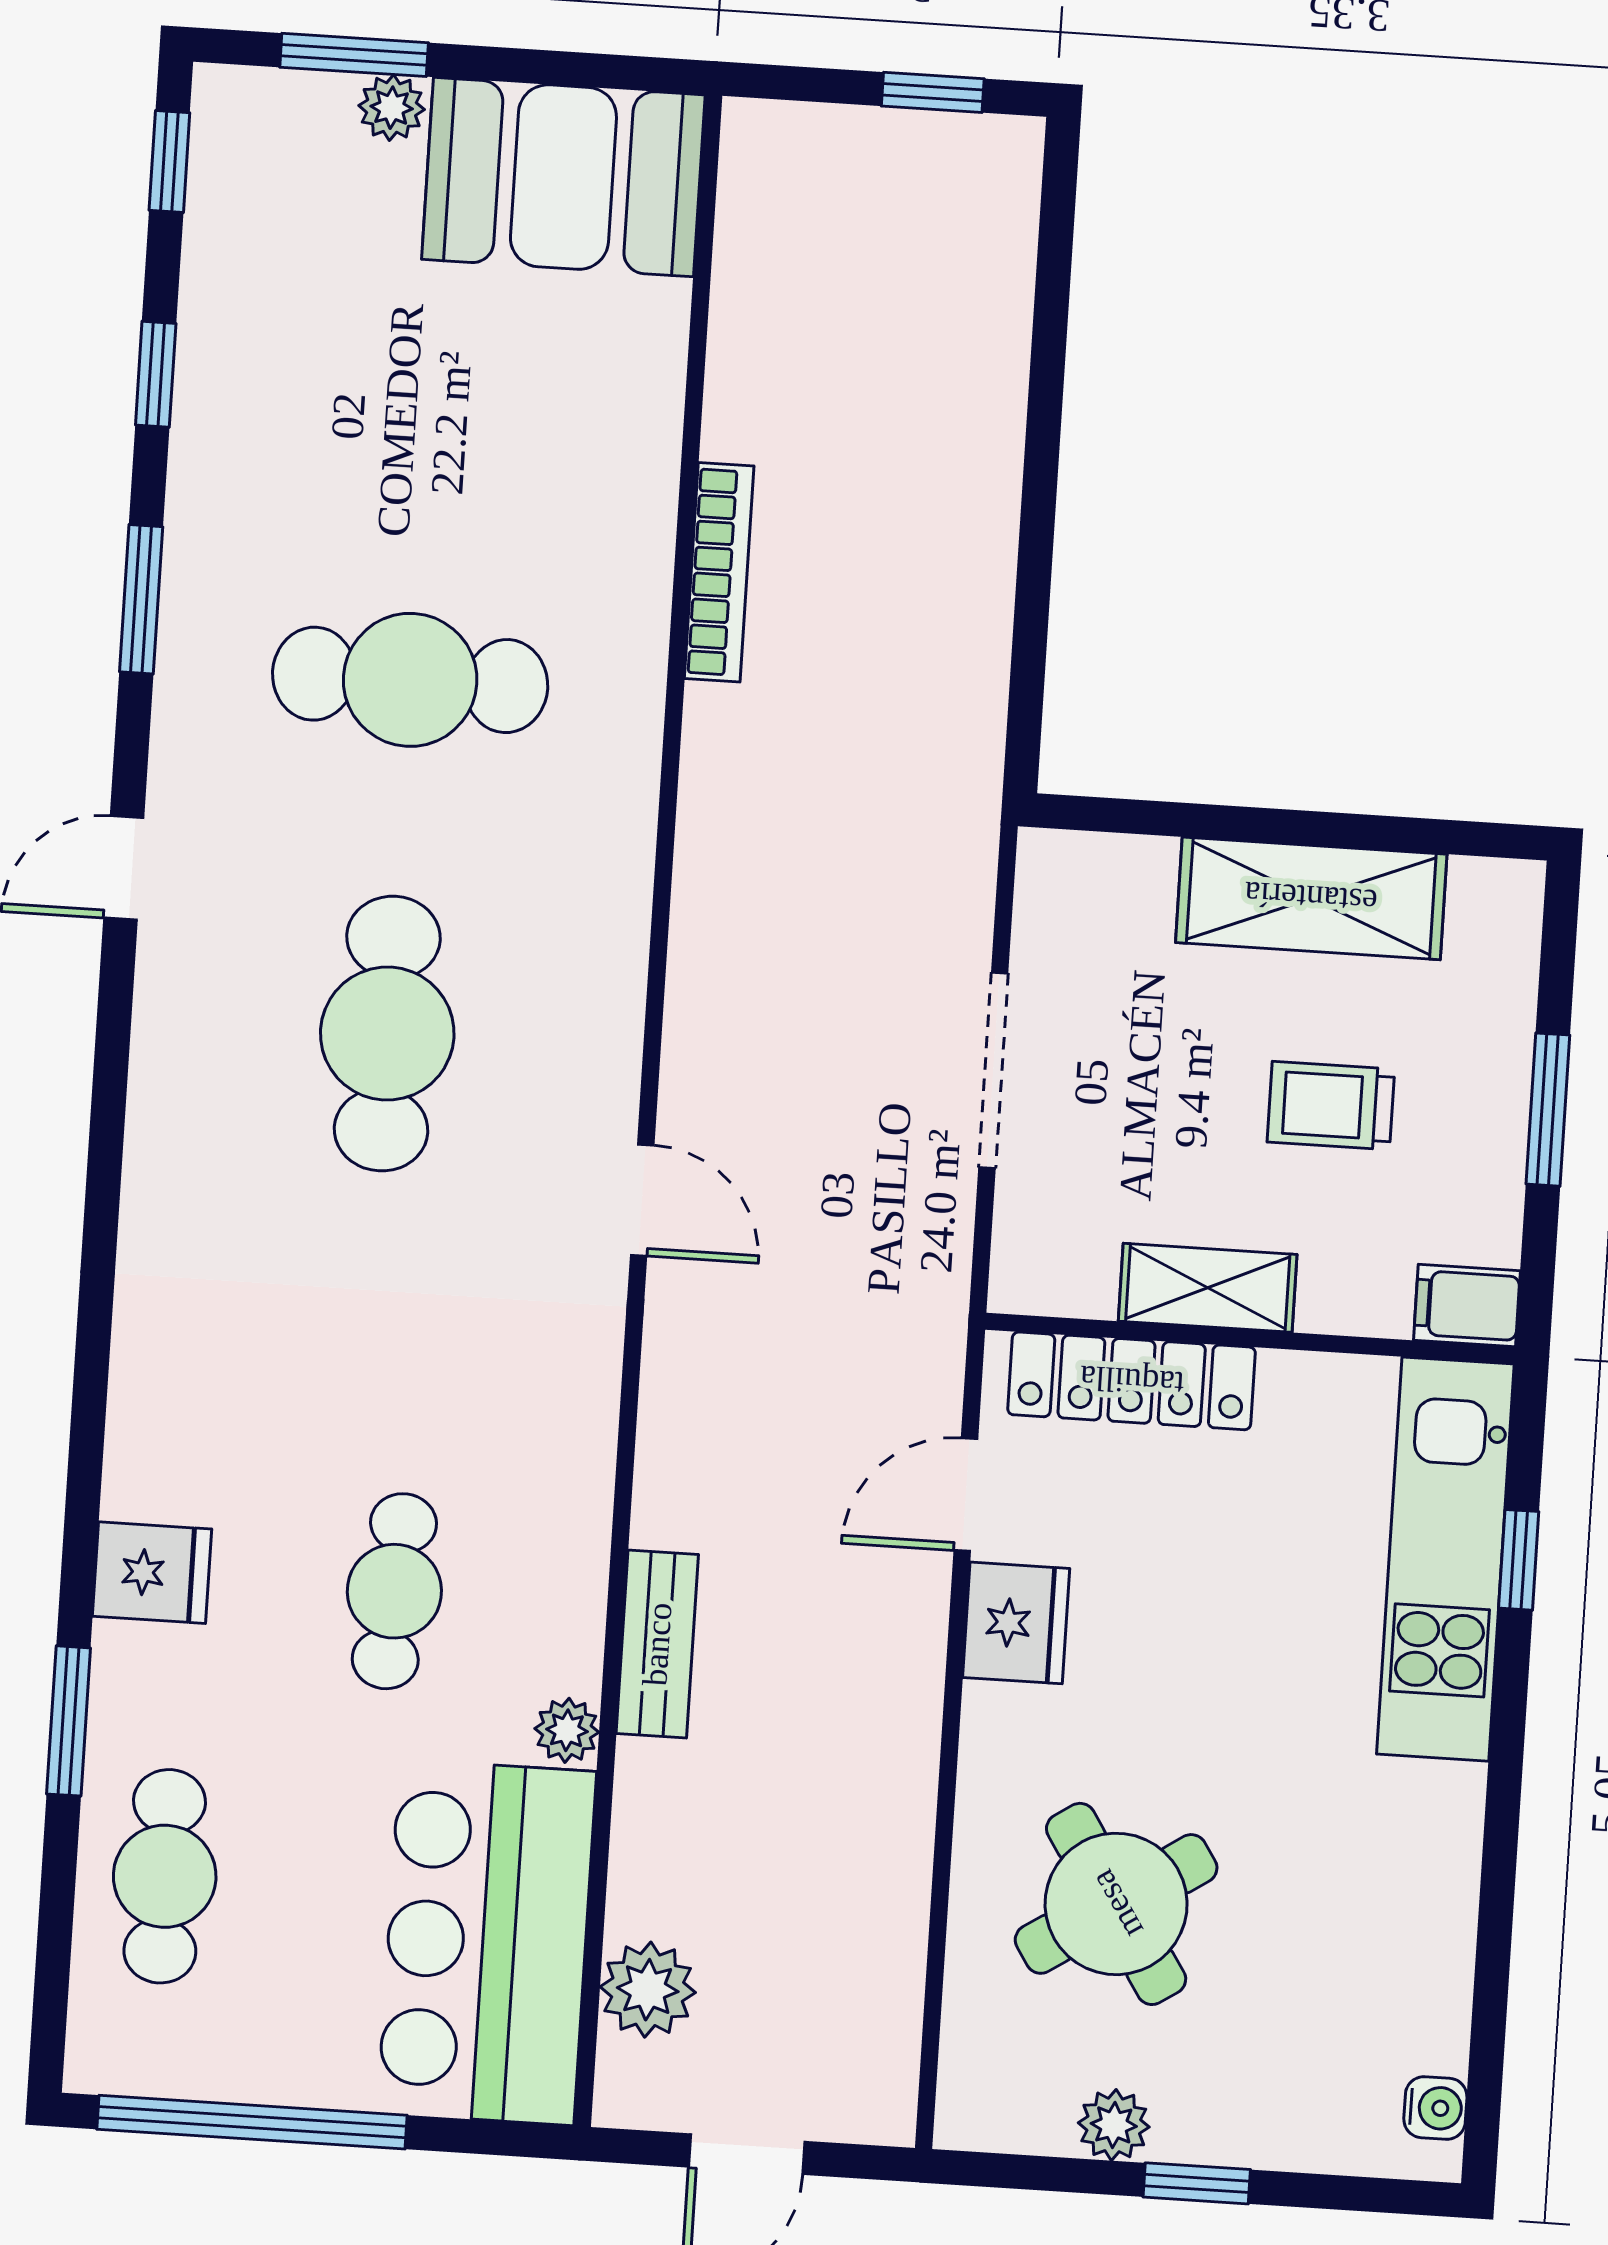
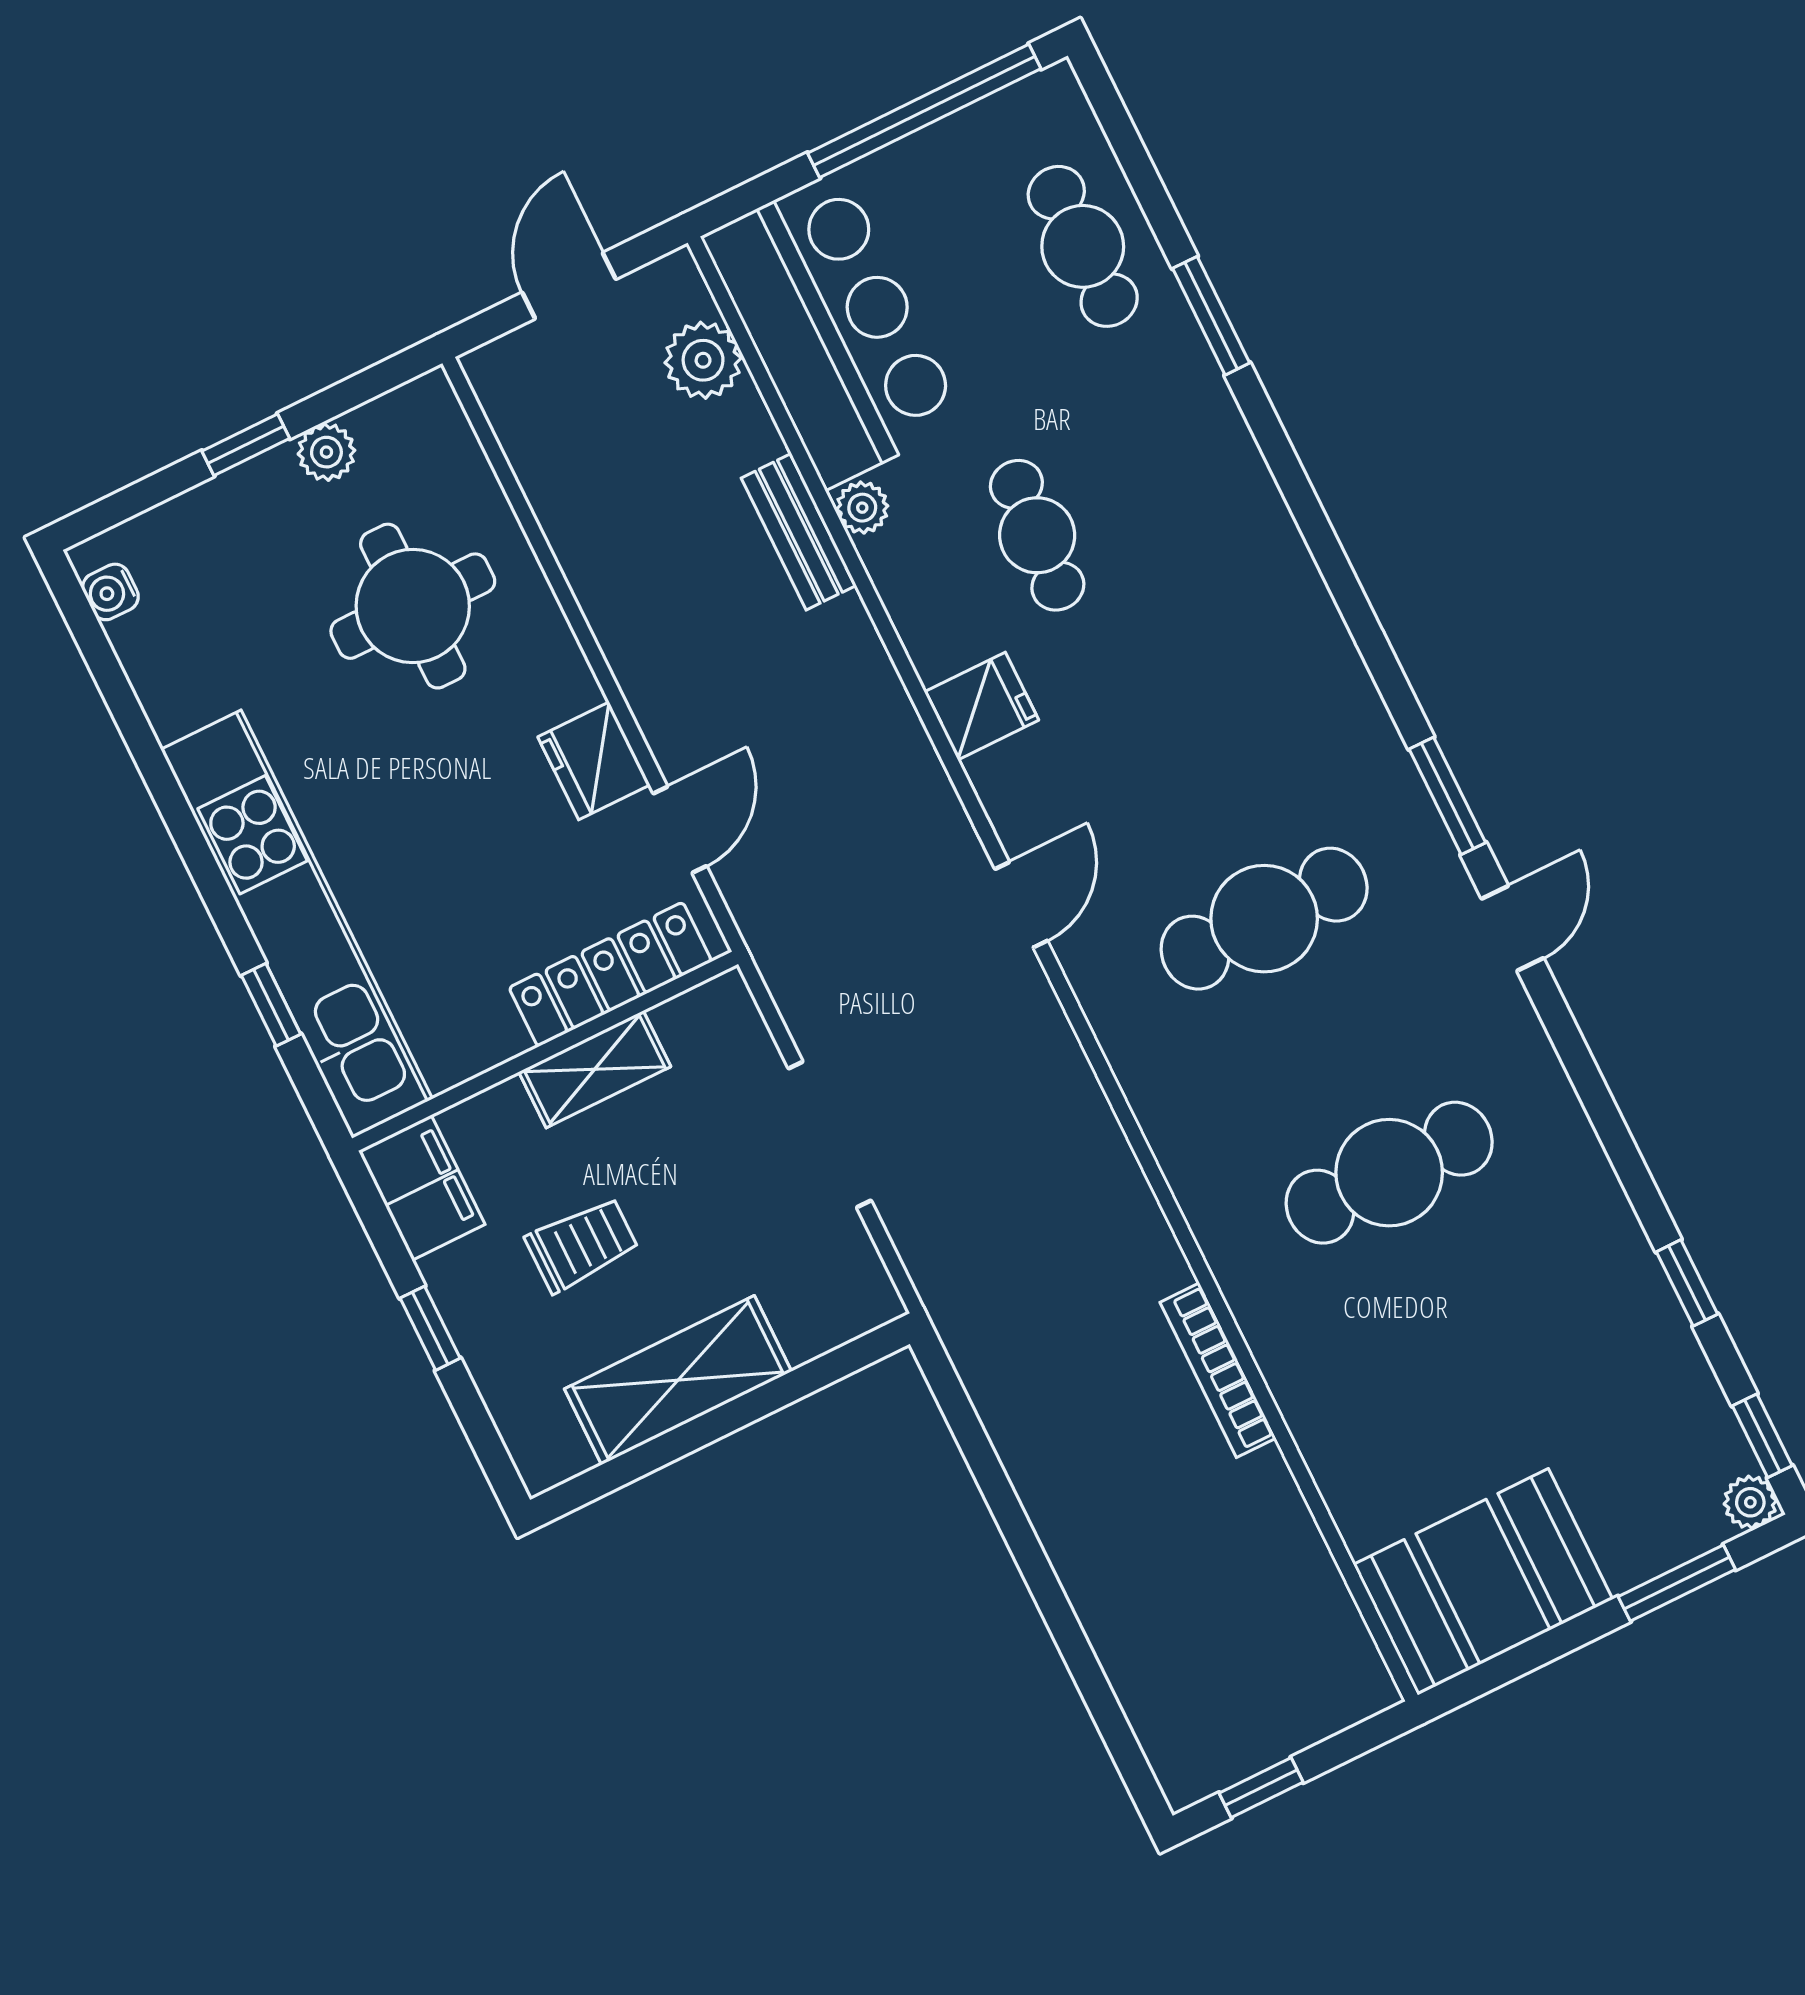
plant: (392, 108) -> (1750, 1502), moved
window: (141, 599) -> (1447, 796), moved
cafe table: (387, 1034) -> (1264, 919), turned 90
window: (1548, 1110) -> (430, 1328), width x0.67
door: (642, 1200) -> (1021, 905), swing flipped
filing cabinet: (1467, 1305) -> (422, 1188), width x2.00
kitchen unit: (1445, 1559) -> (297, 924), width x1.36
fridge: (152, 1573) -> (981, 706), moved, turned 180
bench: (657, 1644) -> (799, 532), moved
round table: (1116, 1904) -> (413, 606), turned 33

